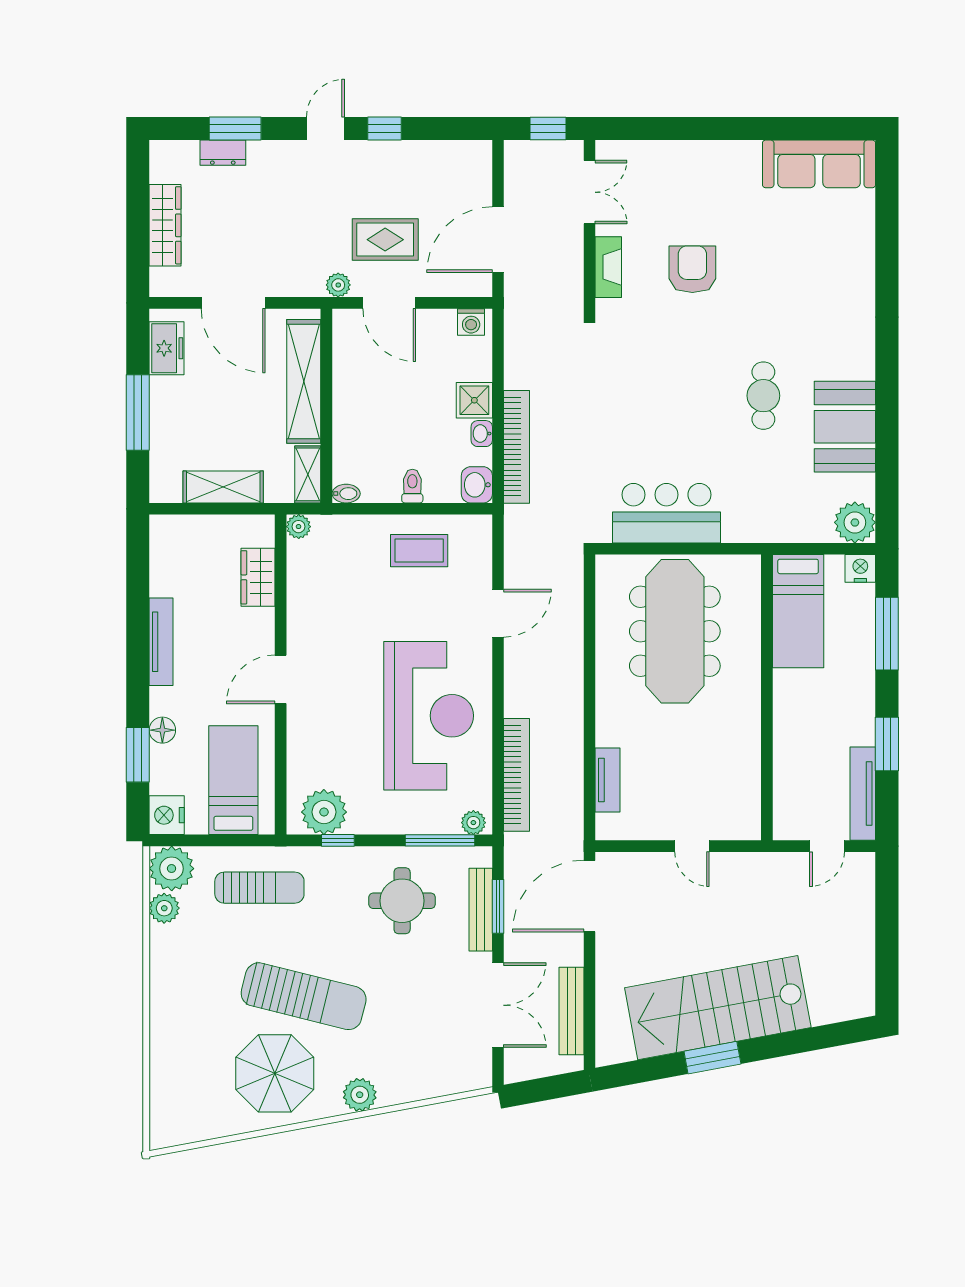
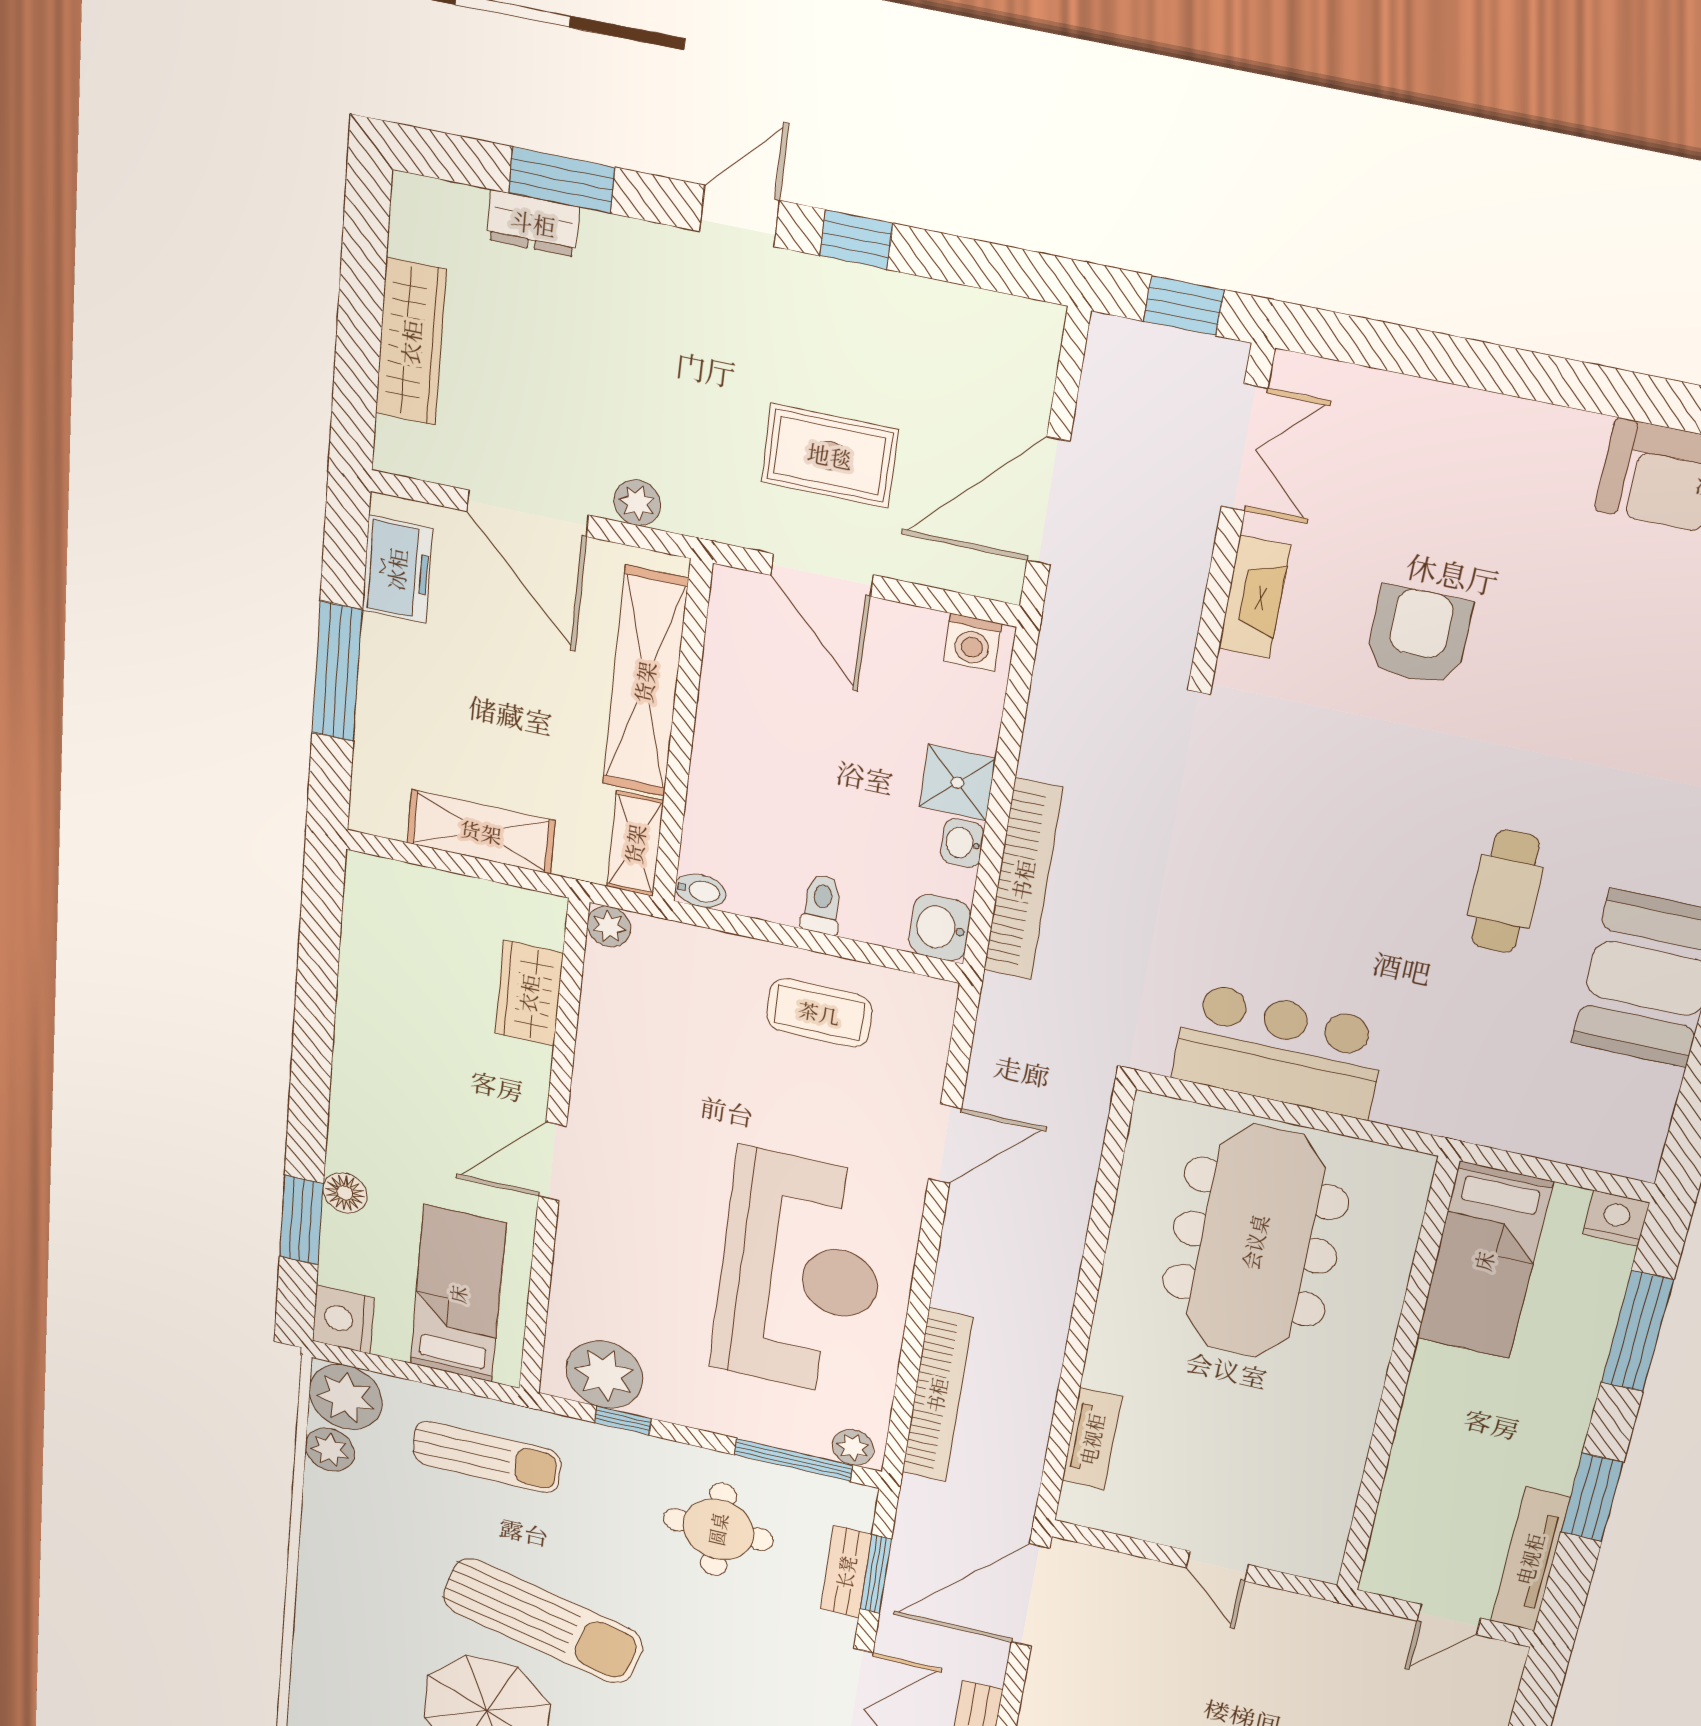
plant: (338, 285) -> (637, 503), moved
plant: (855, 522) -> (1625, 1142), removed
tv unit: (161, 642) -> (352, 1057), removed
bench: (481, 910) -> (846, 1572), width x0.73

